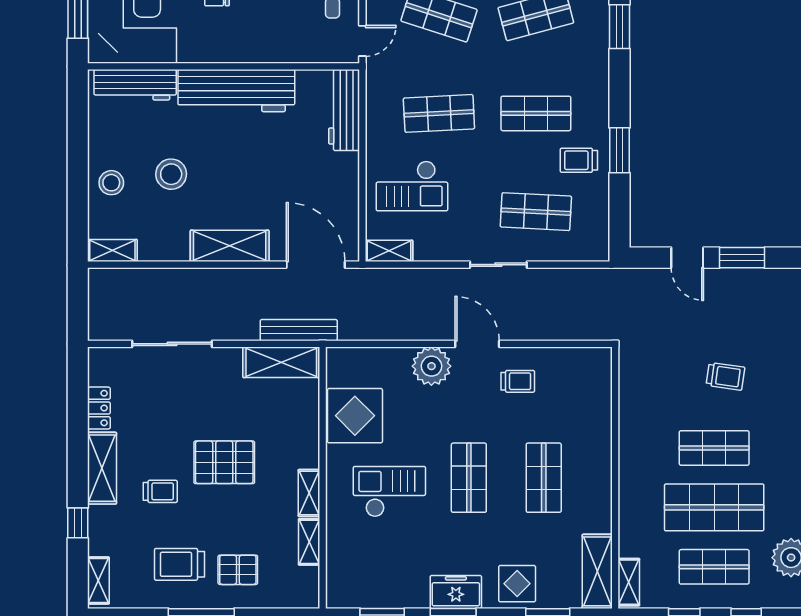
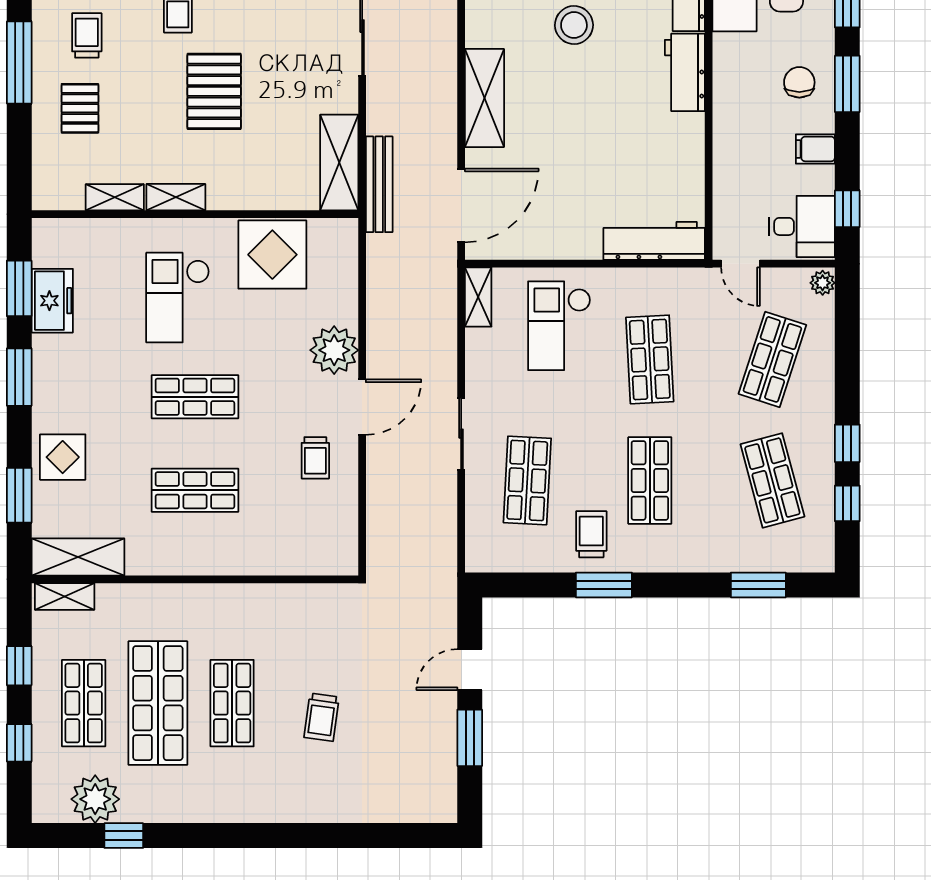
workbench: (236, 91) -> (685, 72), width x0.53, depth x0.76
checkout: (389, 492) -> (178, 298), turned 180
trolley: (179, 564) -> (87, 35), width x0.73, depth x0.72
freezer: (456, 592) -> (52, 301), moved

